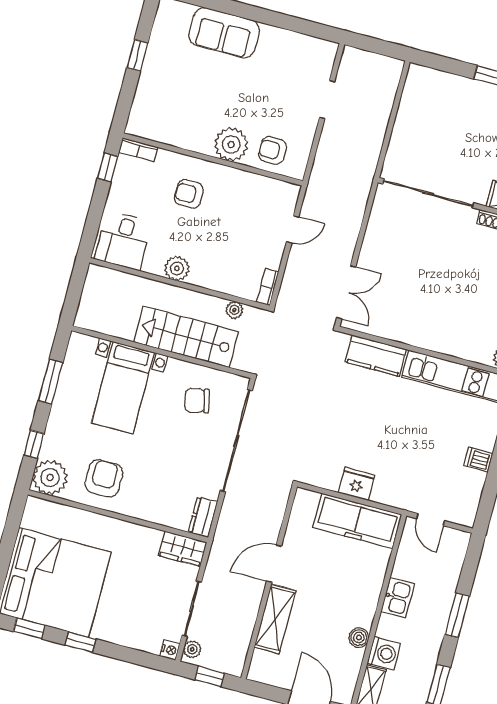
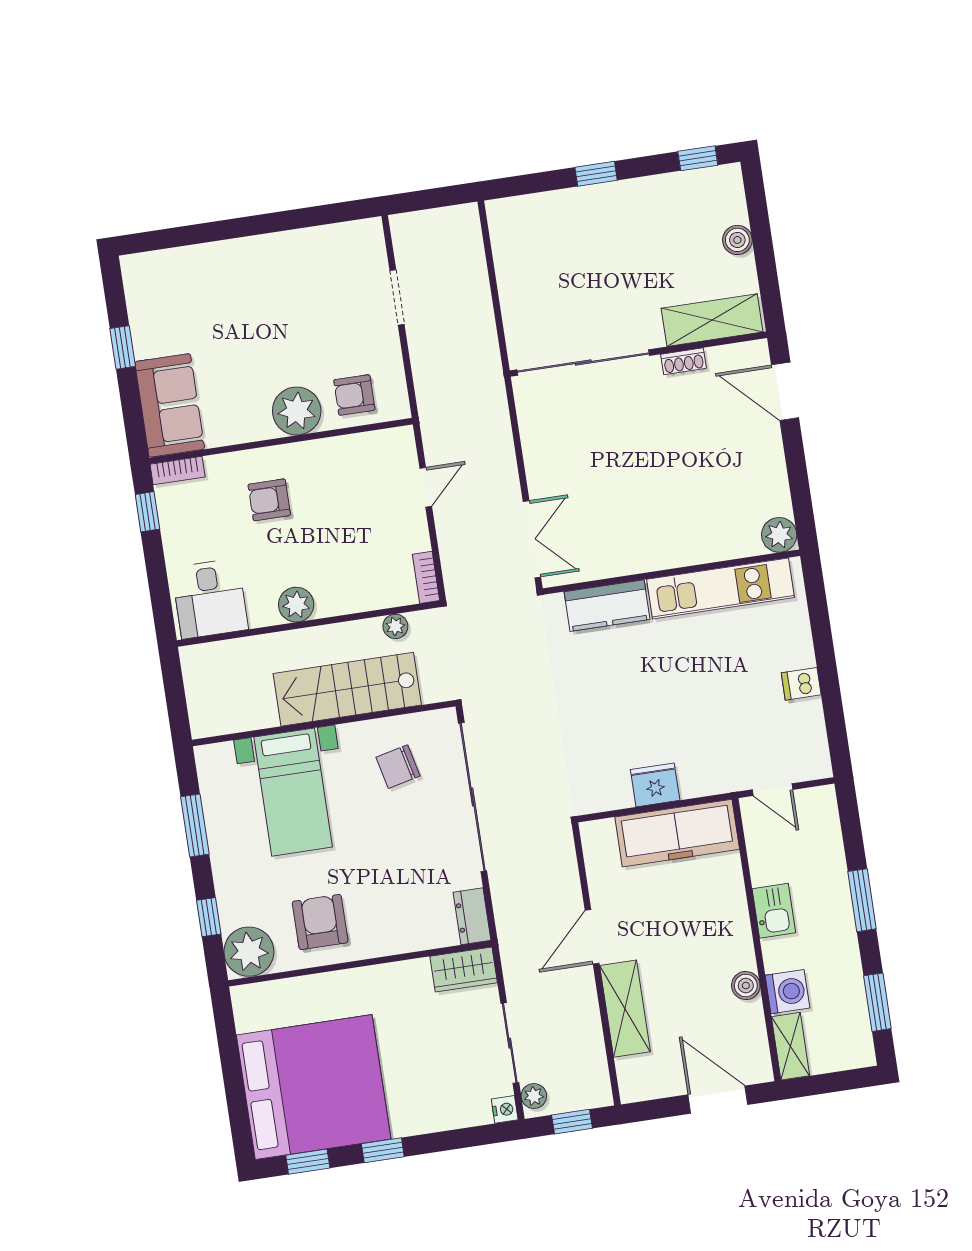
sofa: (224, 33) -> (170, 405), moved, turned -90

